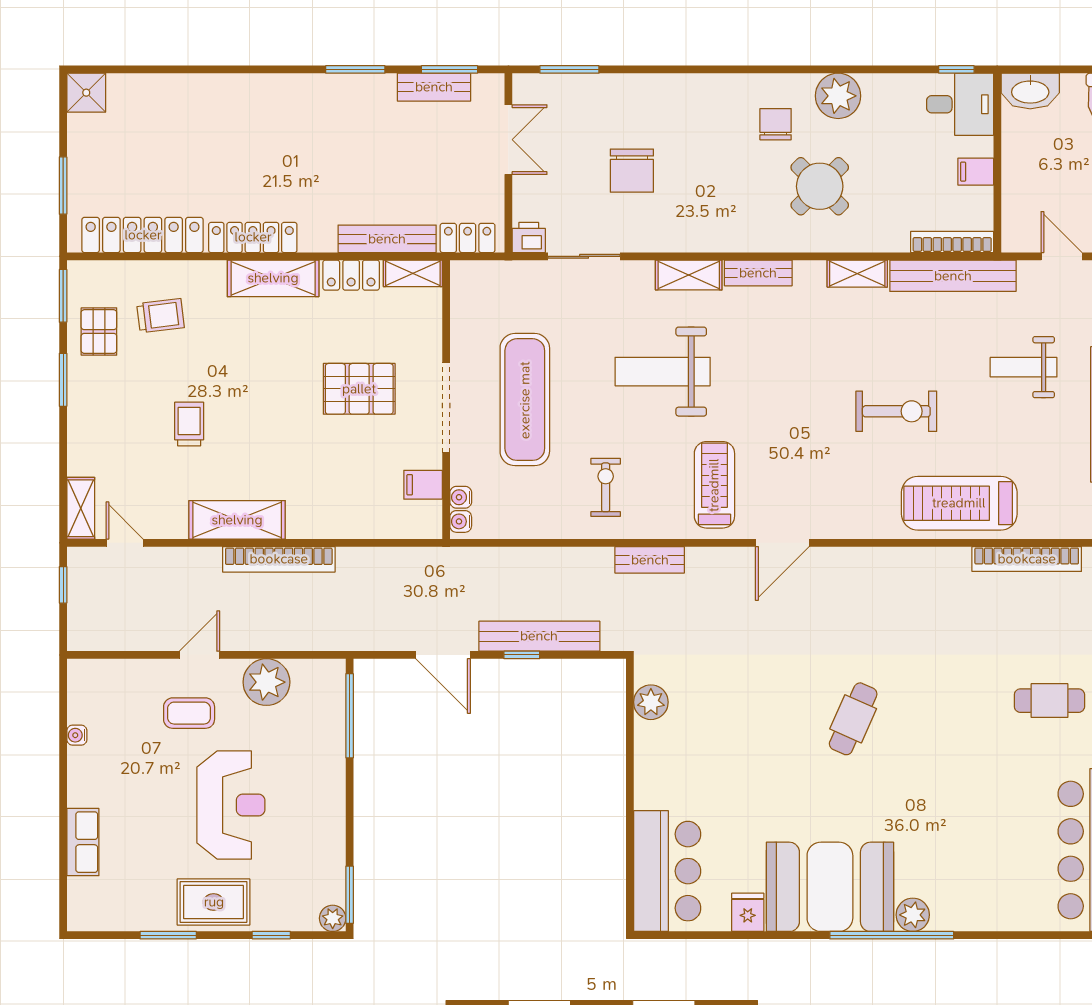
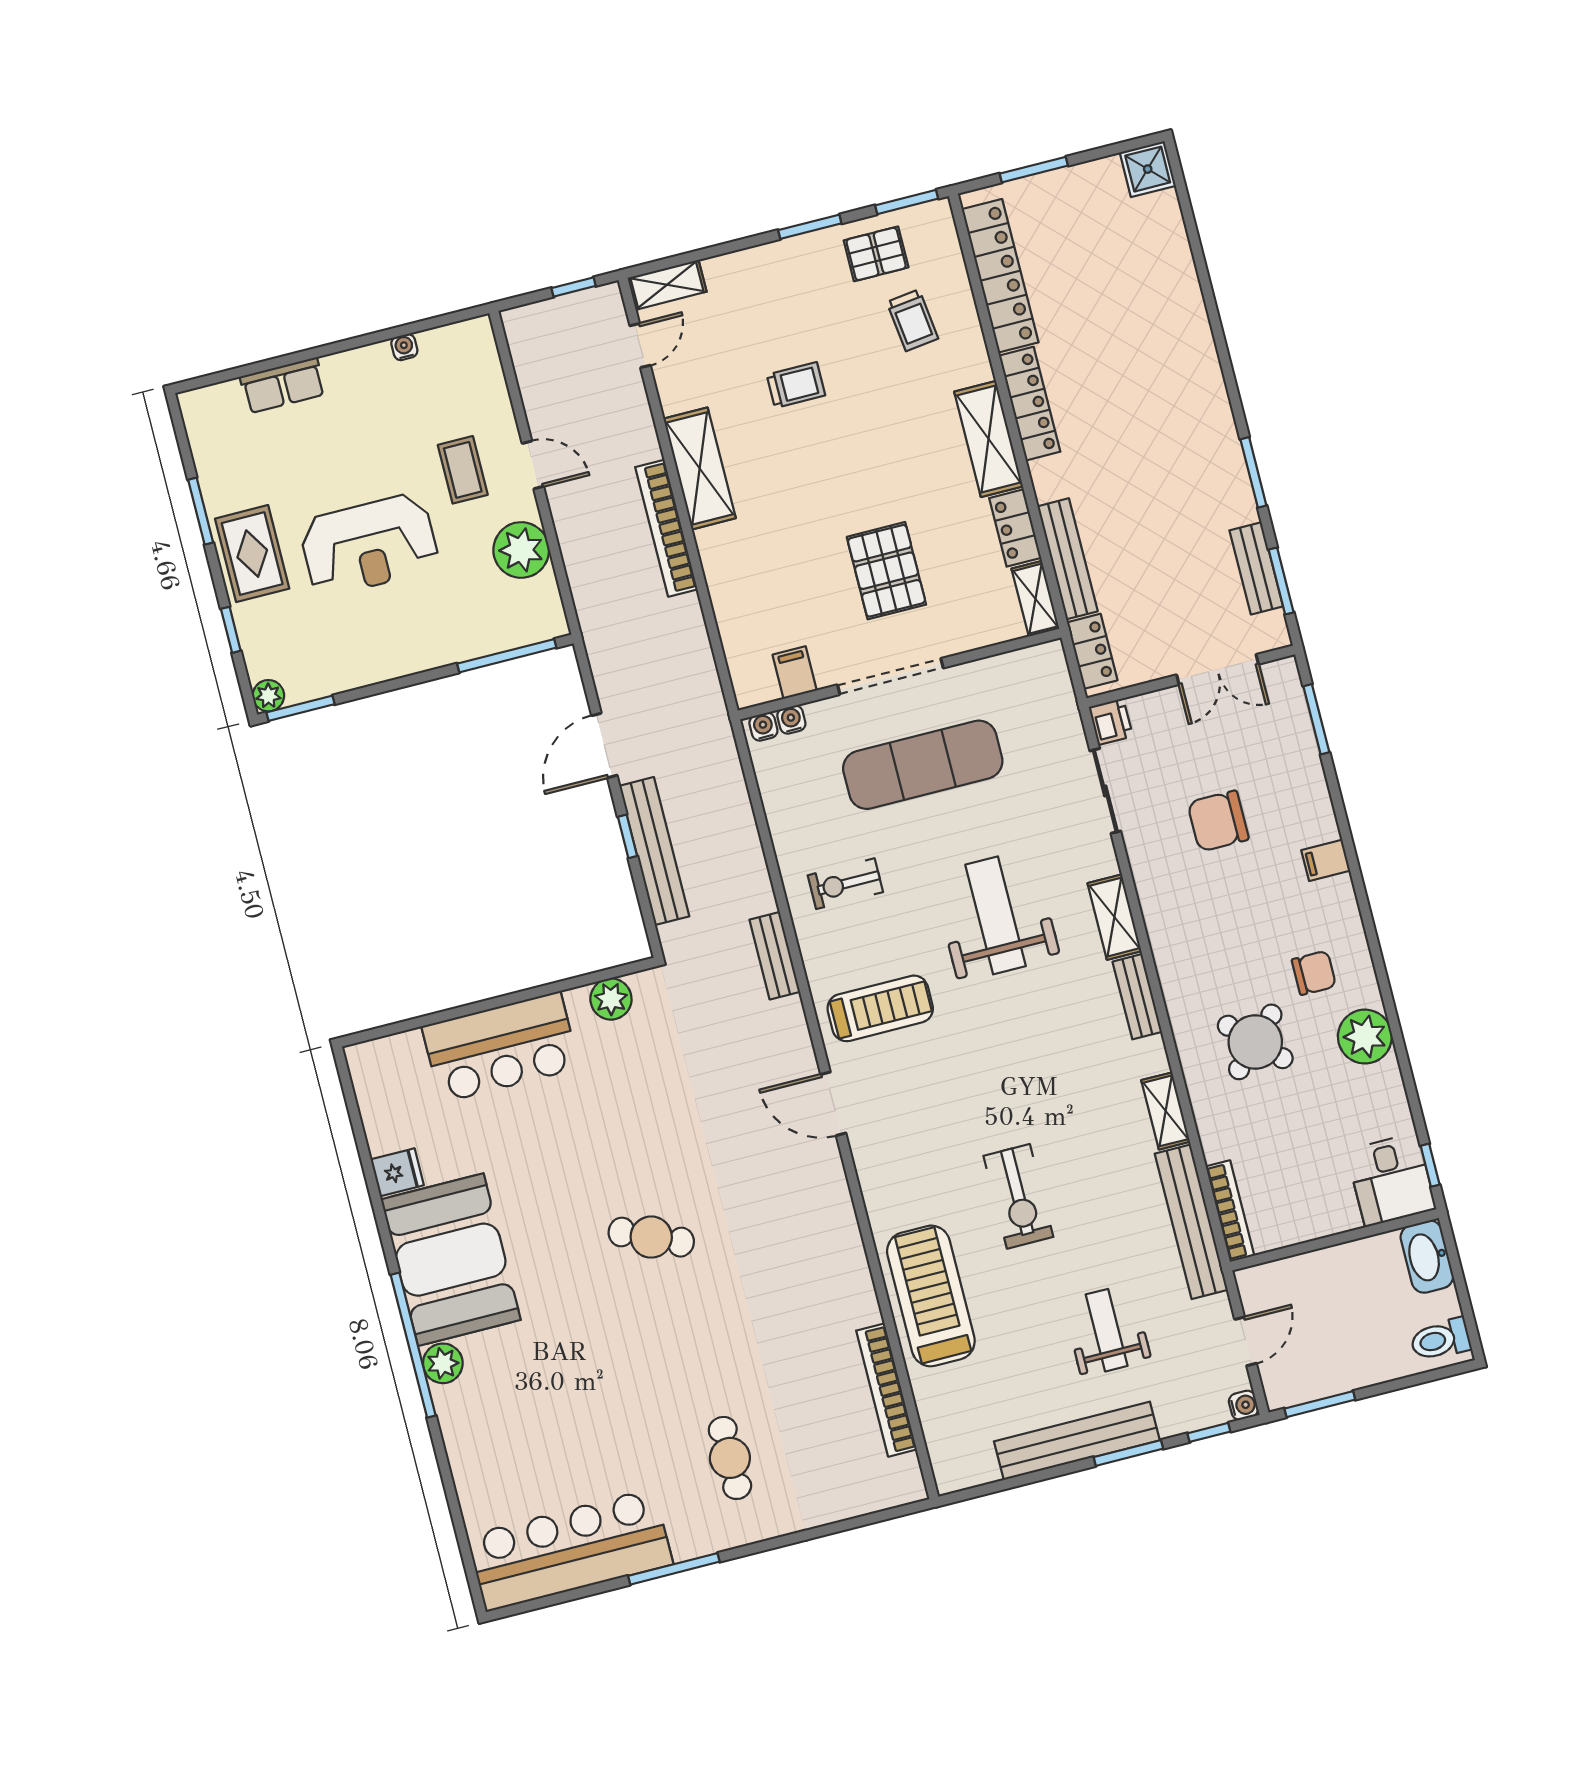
filing cabinet: (976, 172) -> (1326, 860), moved, turned -90
exercise bike: (606, 487) -> (845, 884), turned 180
bar counter: (667, 871) -> (501, 1047), moved

